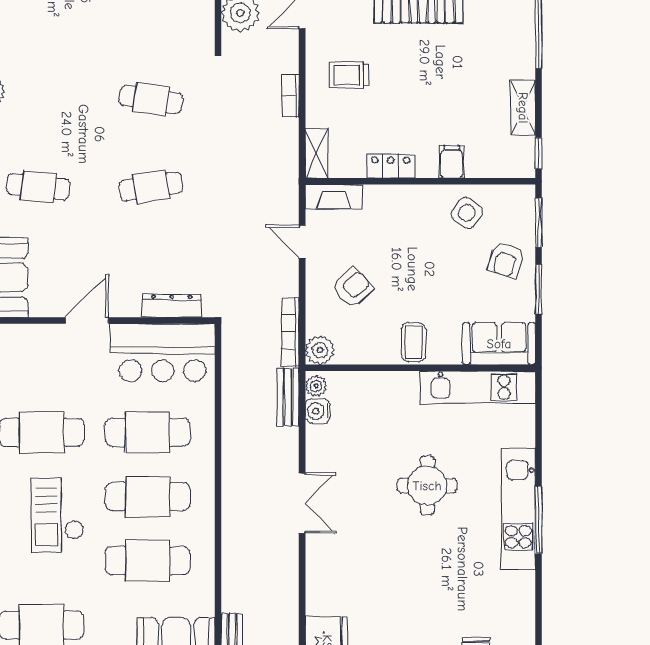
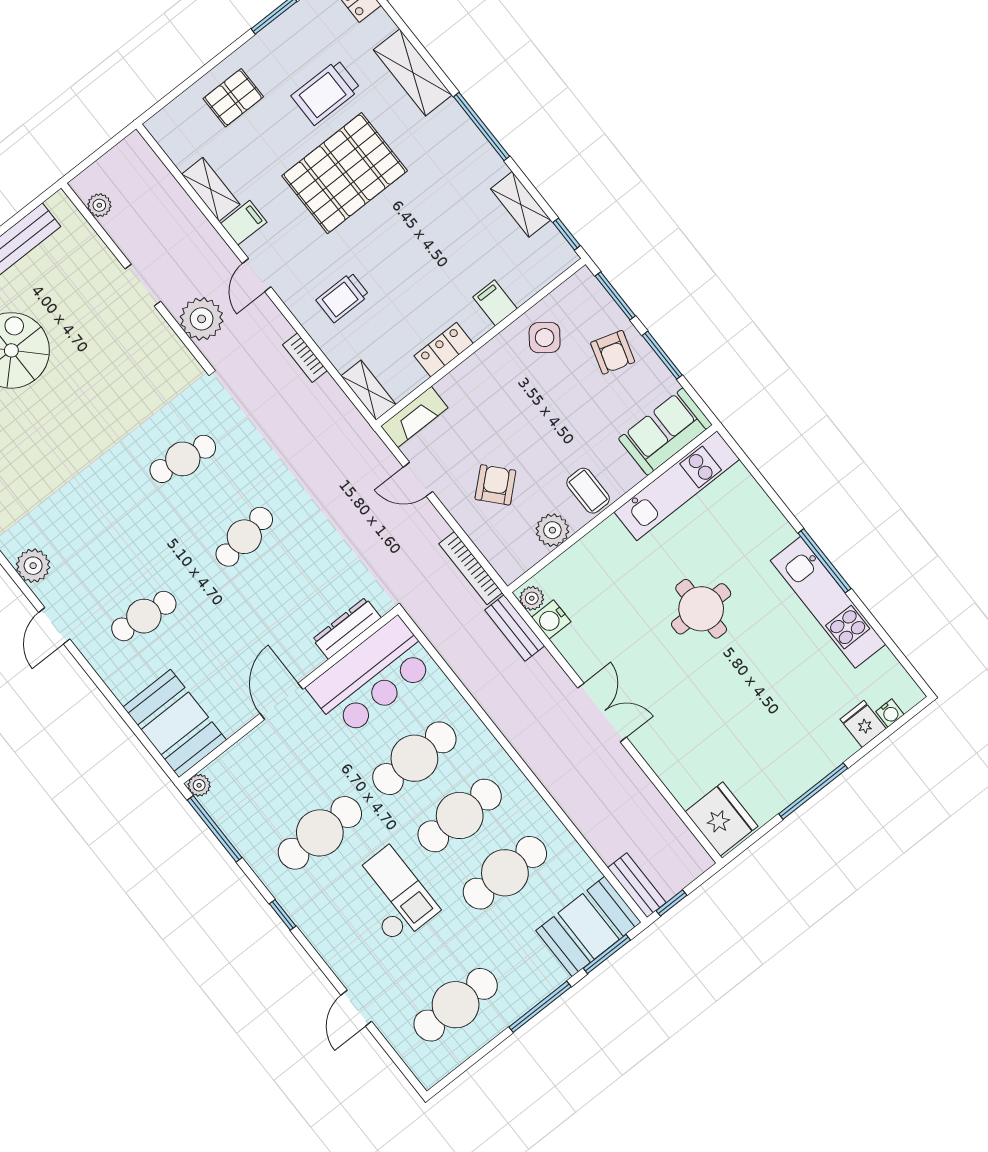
plant: (320, 350) -> (552, 530), moved
kitchen unit: (518, 509) -> (828, 602), moved
checkout: (57, 515) -> (392, 895), turned 180

